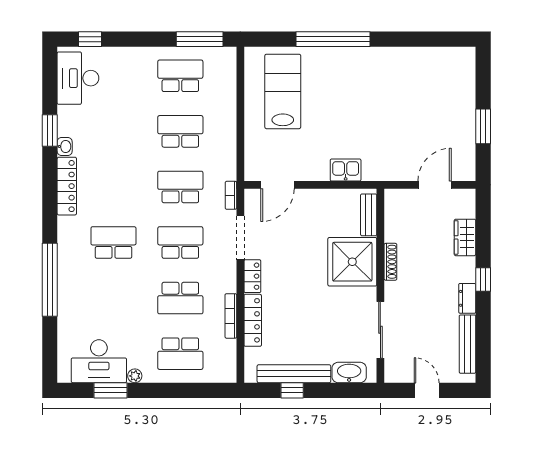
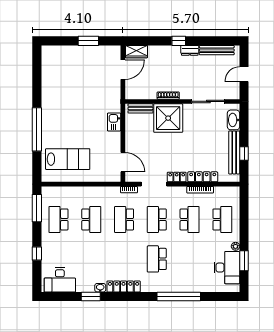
window: (90, 39) -> (37, 253), moved
lab bench: (283, 91) -> (68, 159), turned 180
school desk: (180, 131) -> (91, 219), turned 180
door: (435, 185) -> (123, 70), swing flipped
wardrobe: (465, 237) -> (136, 52), moved

